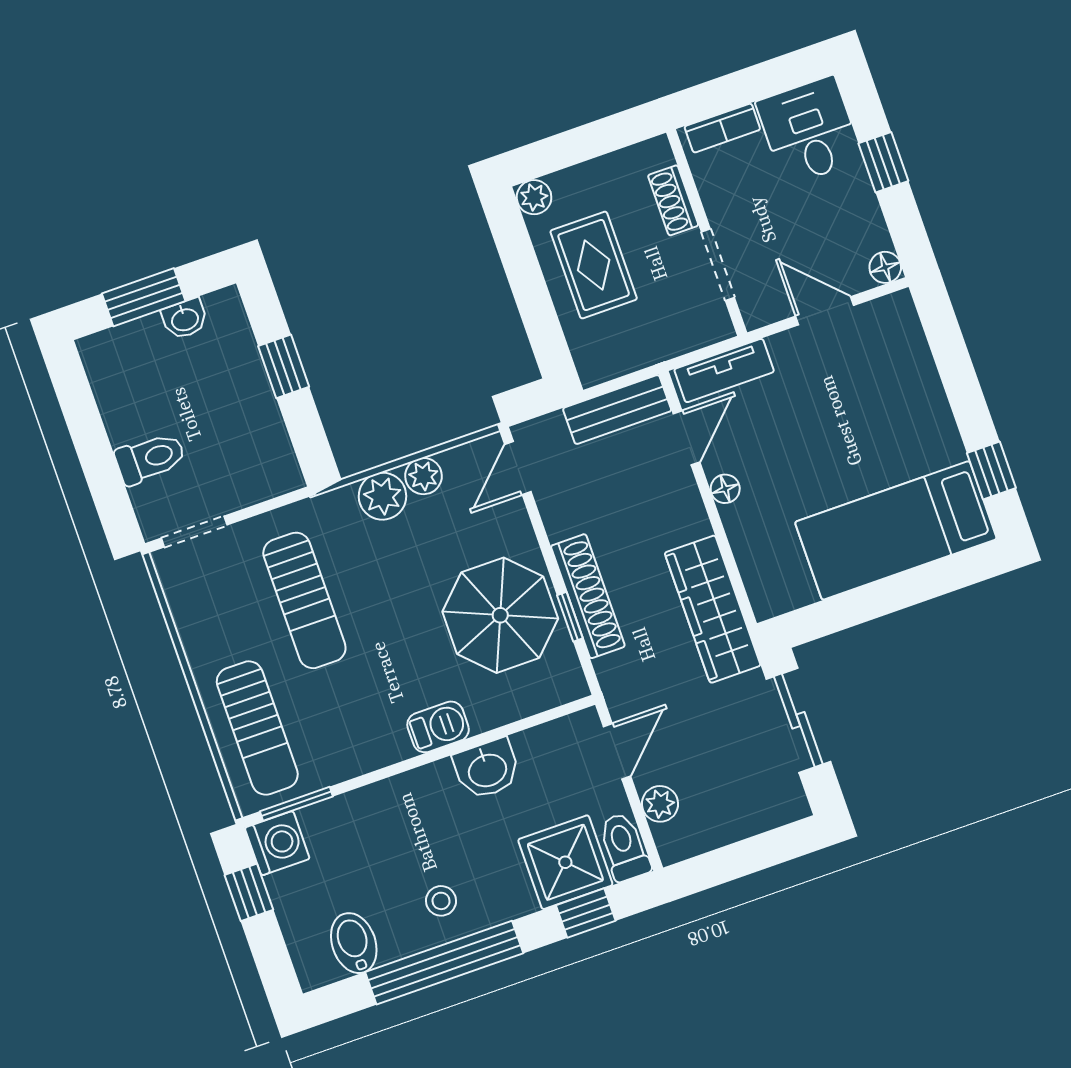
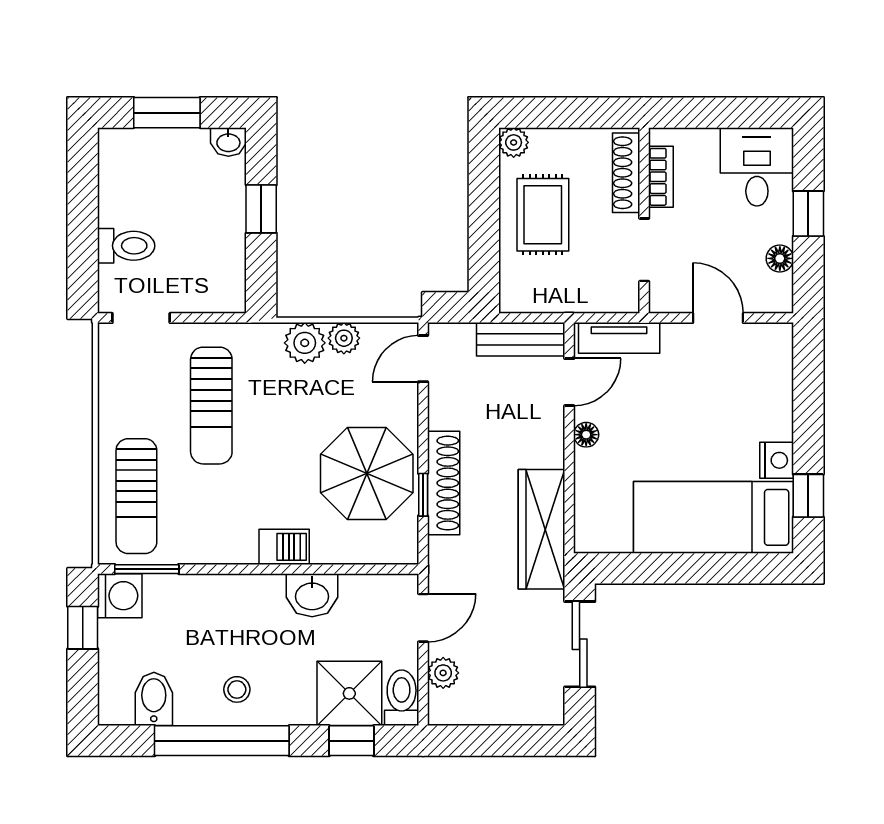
bookcase: (722, 128) -> (661, 177), moved, turned -90
shoe rack: (673, 200) -> (626, 173), width x1.43
floor lamp: (885, 267) -> (780, 258), moved
washbasin: (185, 319) -> (228, 142), moved
nightstand: (943, 444) -> (777, 460), added

